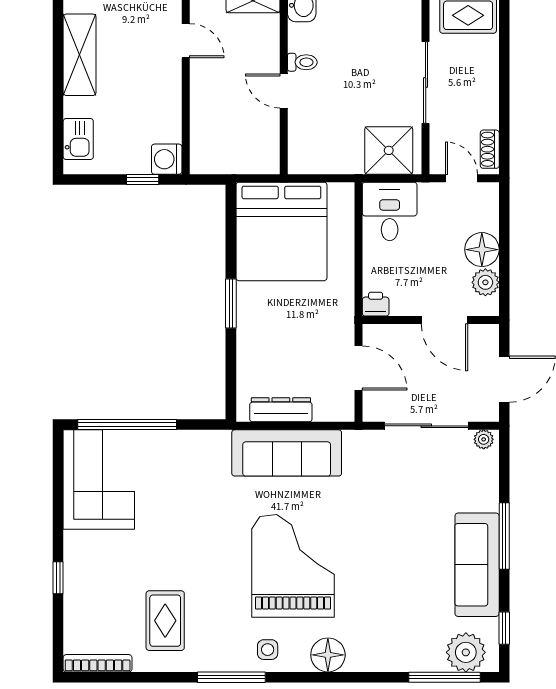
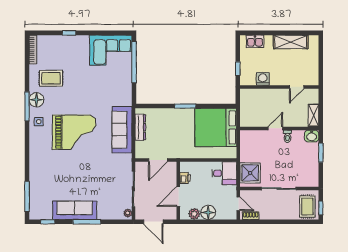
washing machine: (167, 159) -> (263, 79), moved
door: (461, 178) -> (238, 204), hinge flipped
printer: (376, 304) -> (185, 178), moved
plant: (466, 652) -> (38, 206), removed
floor lamp: (328, 655) -> (36, 100), moved

